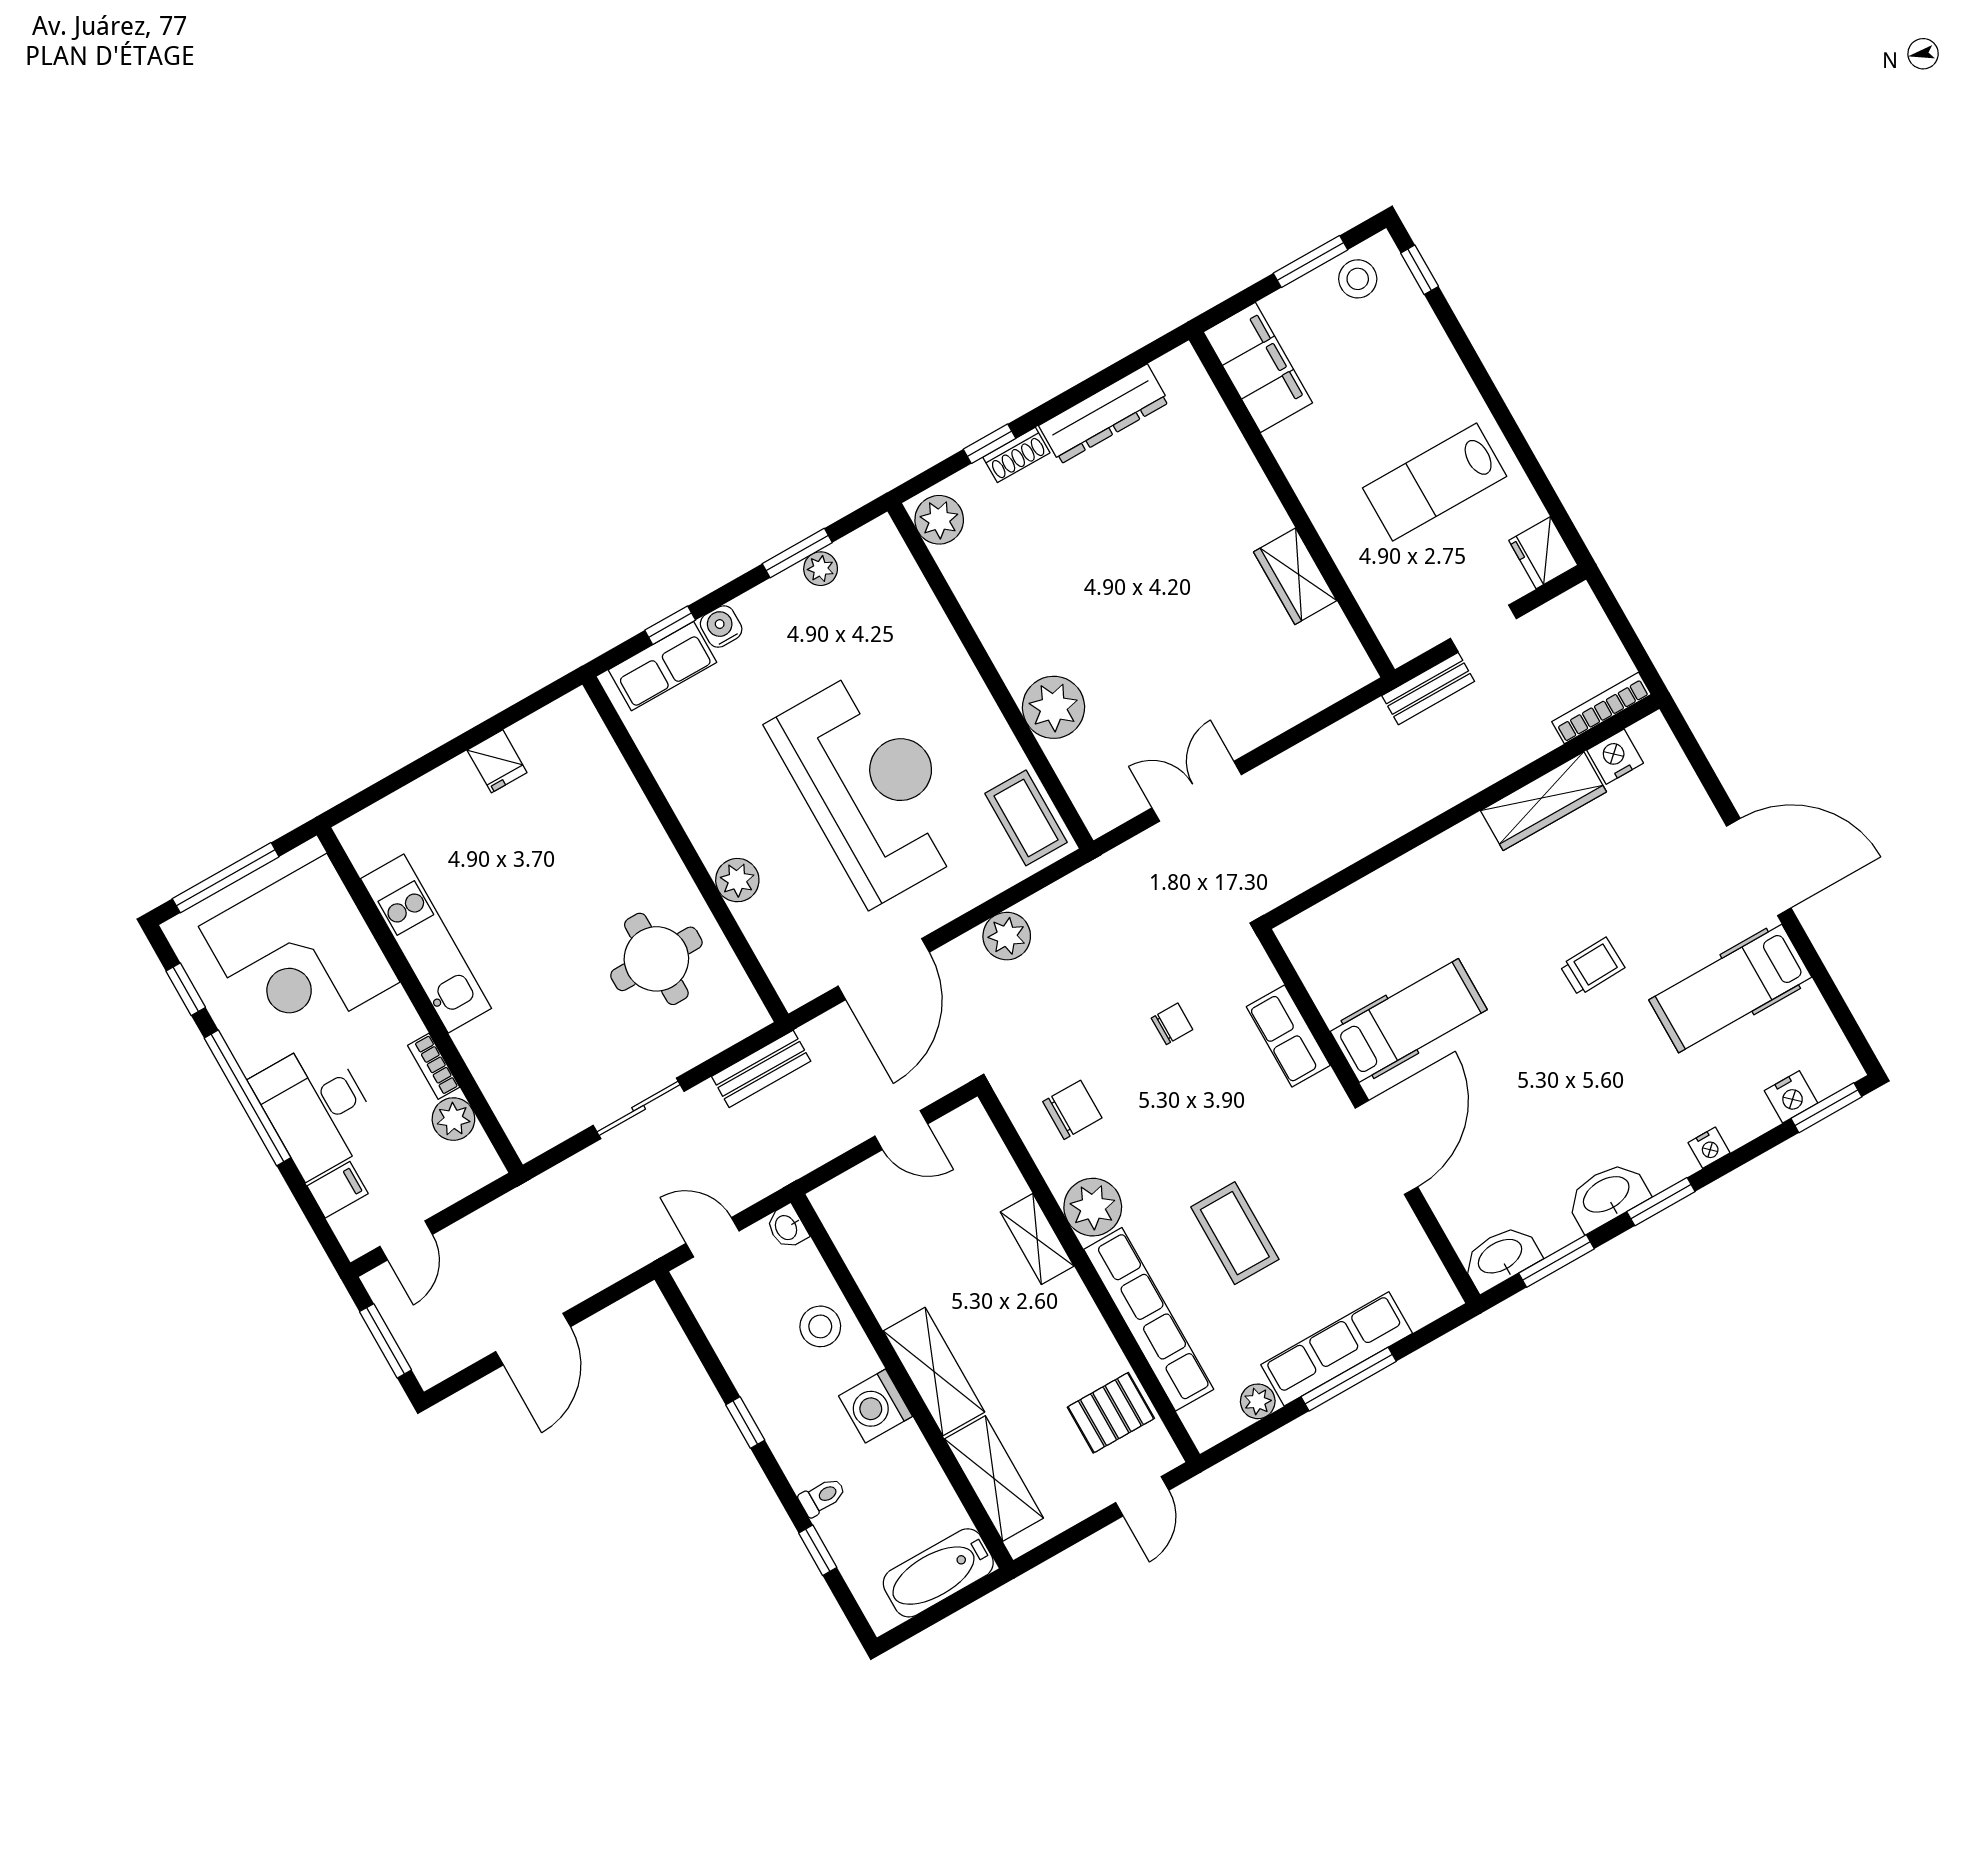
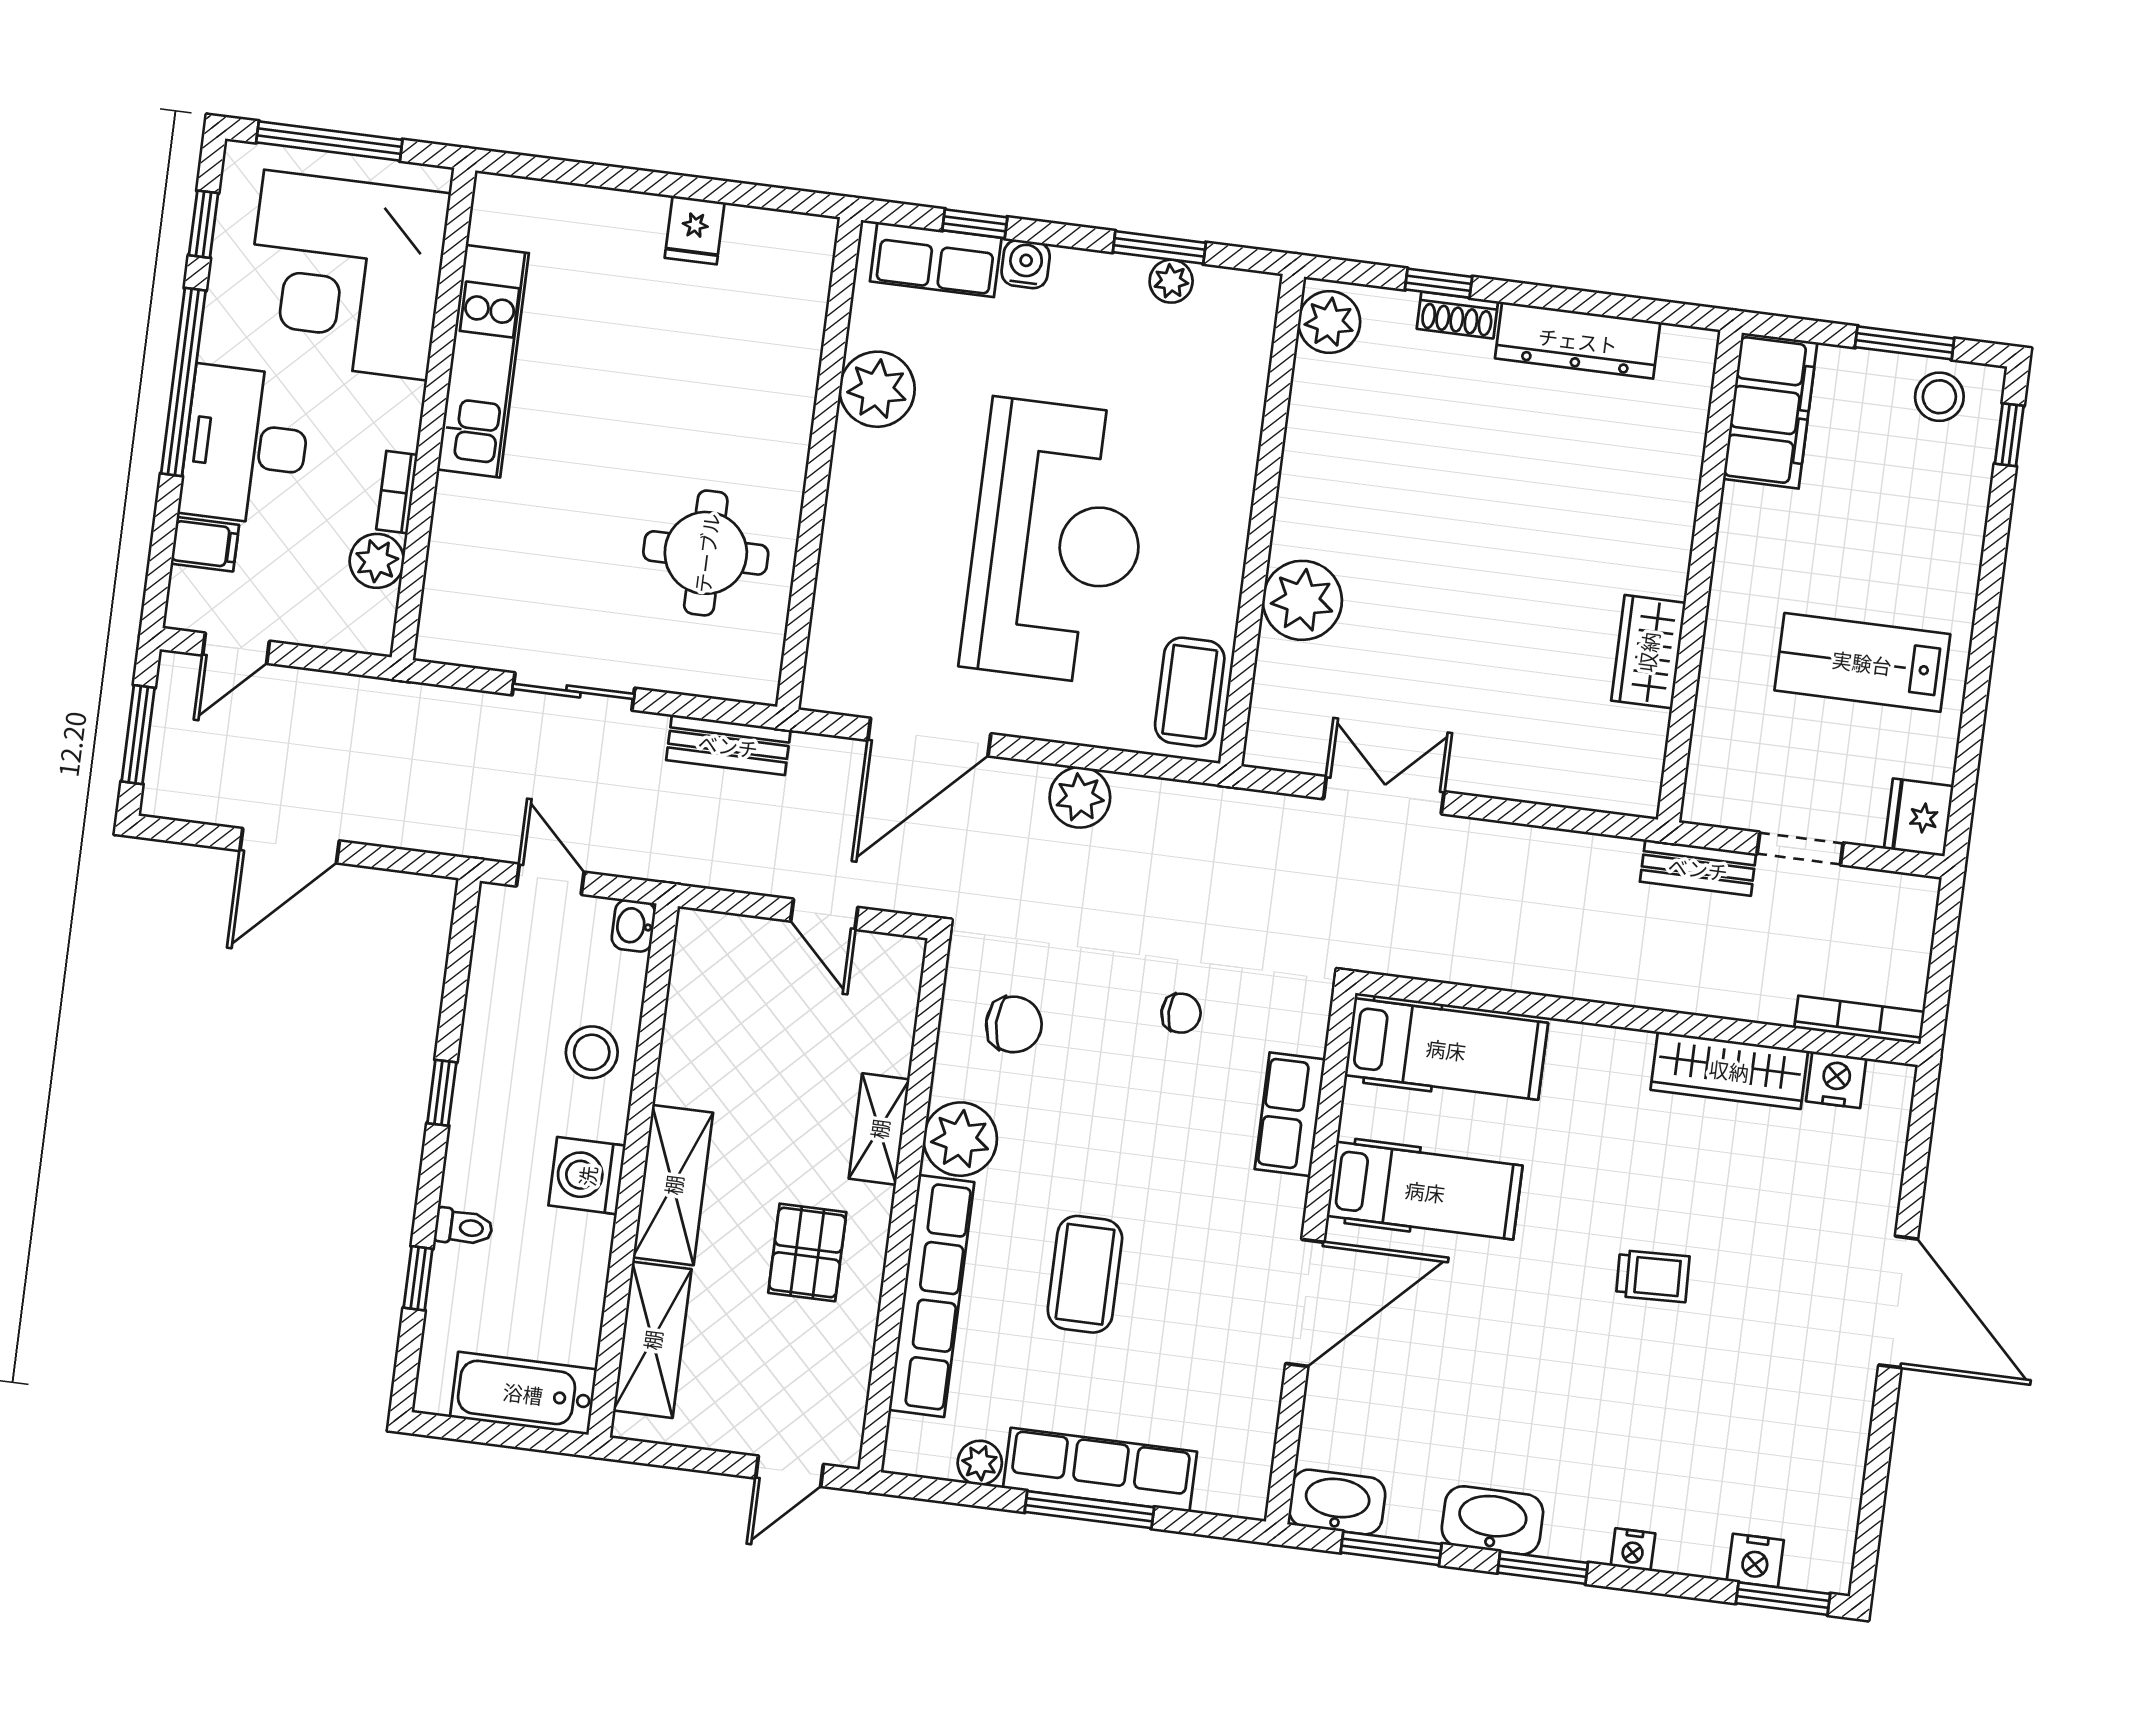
plant: (737, 880) -> (877, 389), moved, width x1.36, depth x1.36
hospital bed: (1730, 989) -> (1446, 1049), moved, turned 180
pallet: (1111, 1413) -> (807, 1252), moved, turned 90

